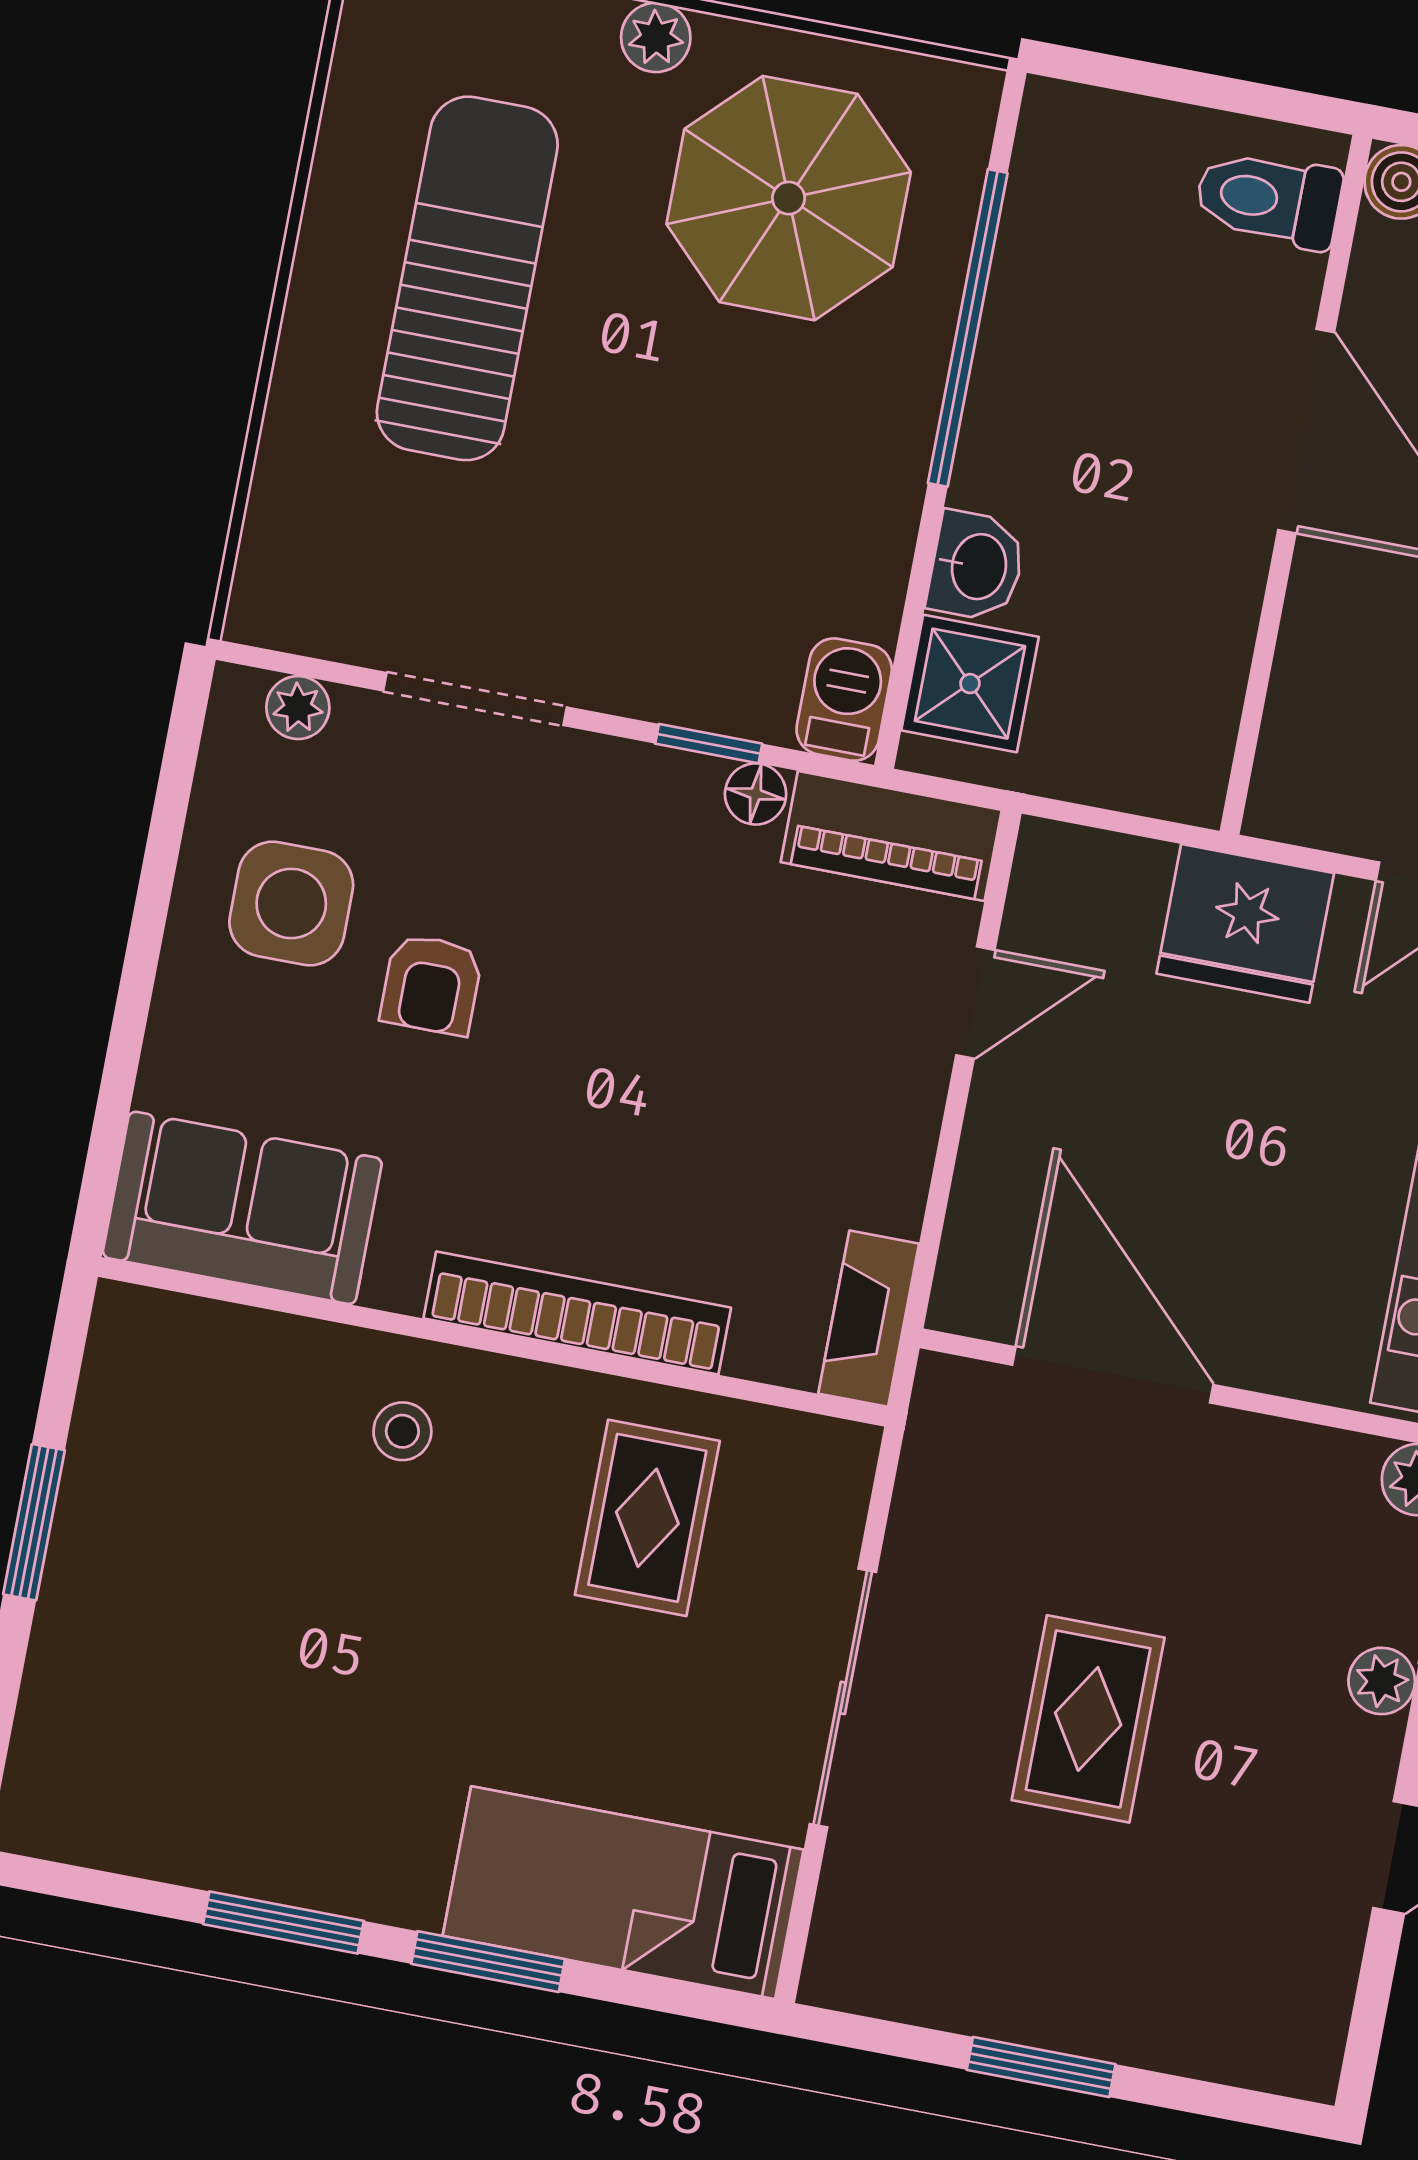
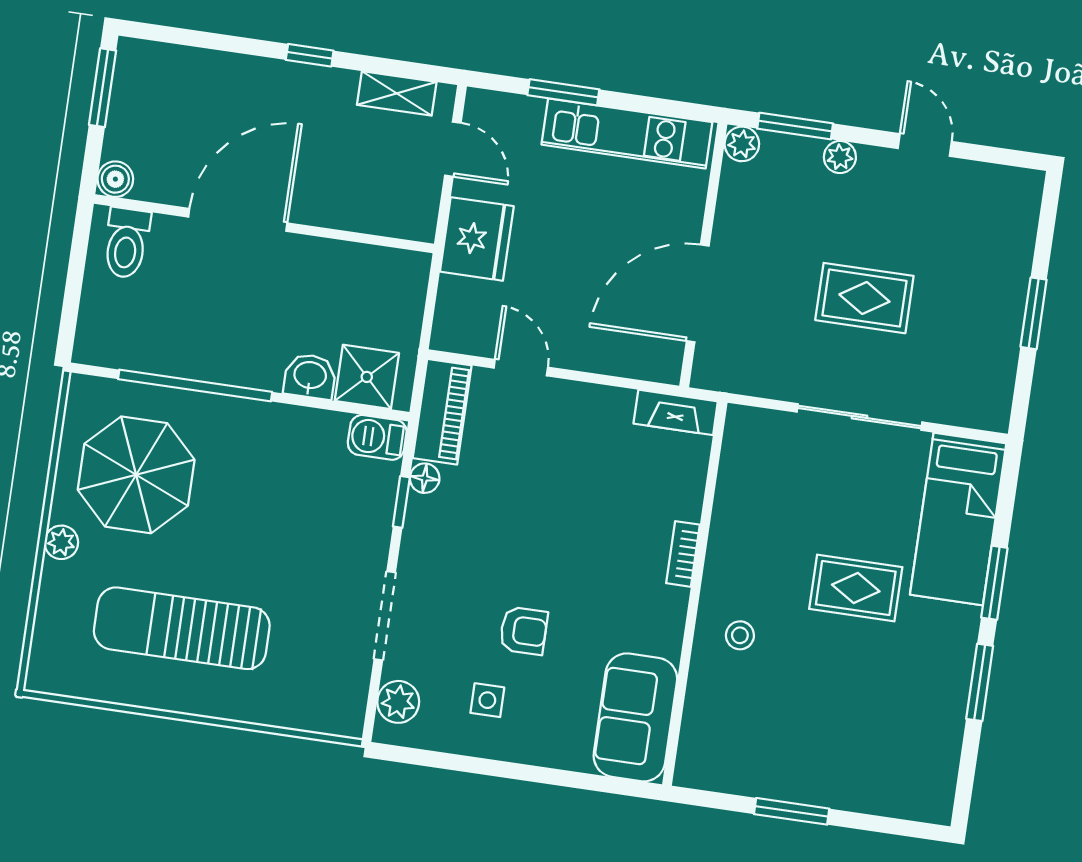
plant: (298, 708) -> (398, 702), width x1.38, depth x1.38
side table: (291, 904) -> (487, 700), width x0.54, depth x0.54
bookcase: (577, 1313) -> (683, 554), width x0.43, depth x0.76
rug: (647, 1518) -> (856, 588), moved

